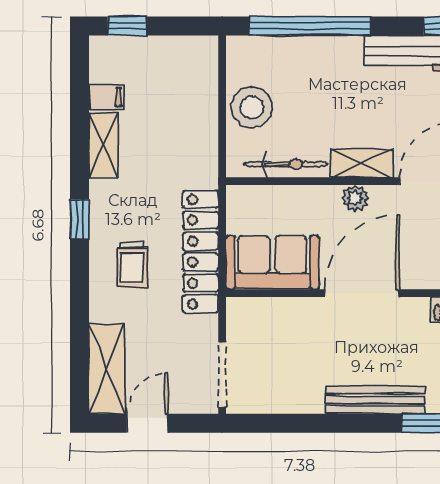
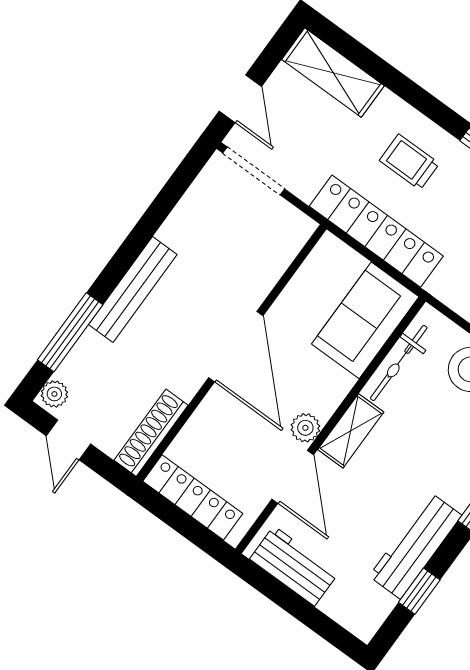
plant: (355, 198) -> (305, 428), moved
sofa: (272, 262) -> (365, 320), moved, turned 180
door: (147, 423) -> (240, 99), moved

